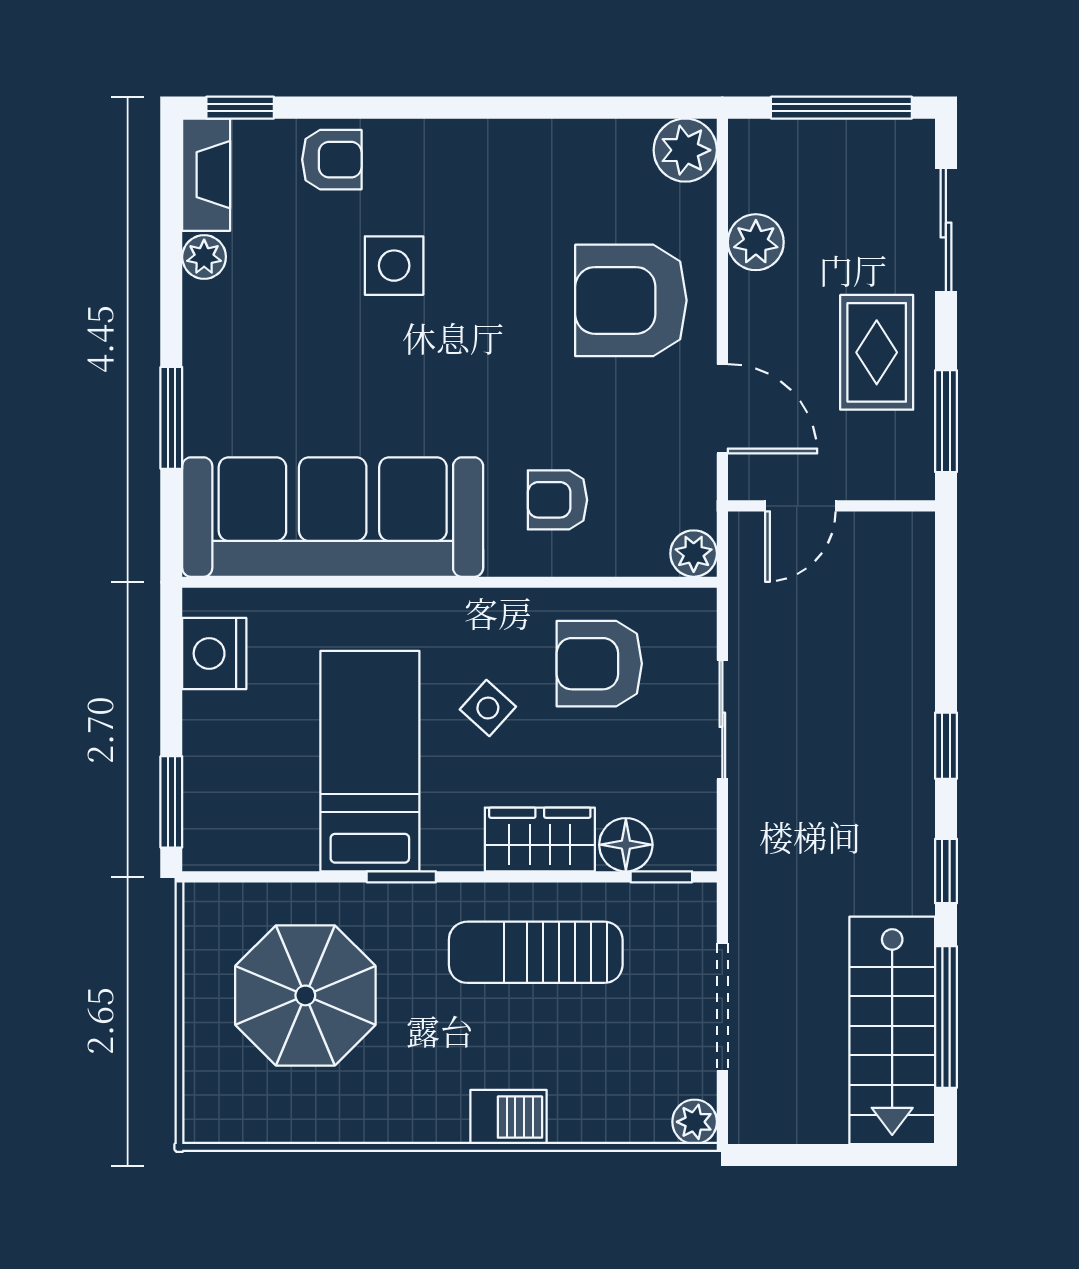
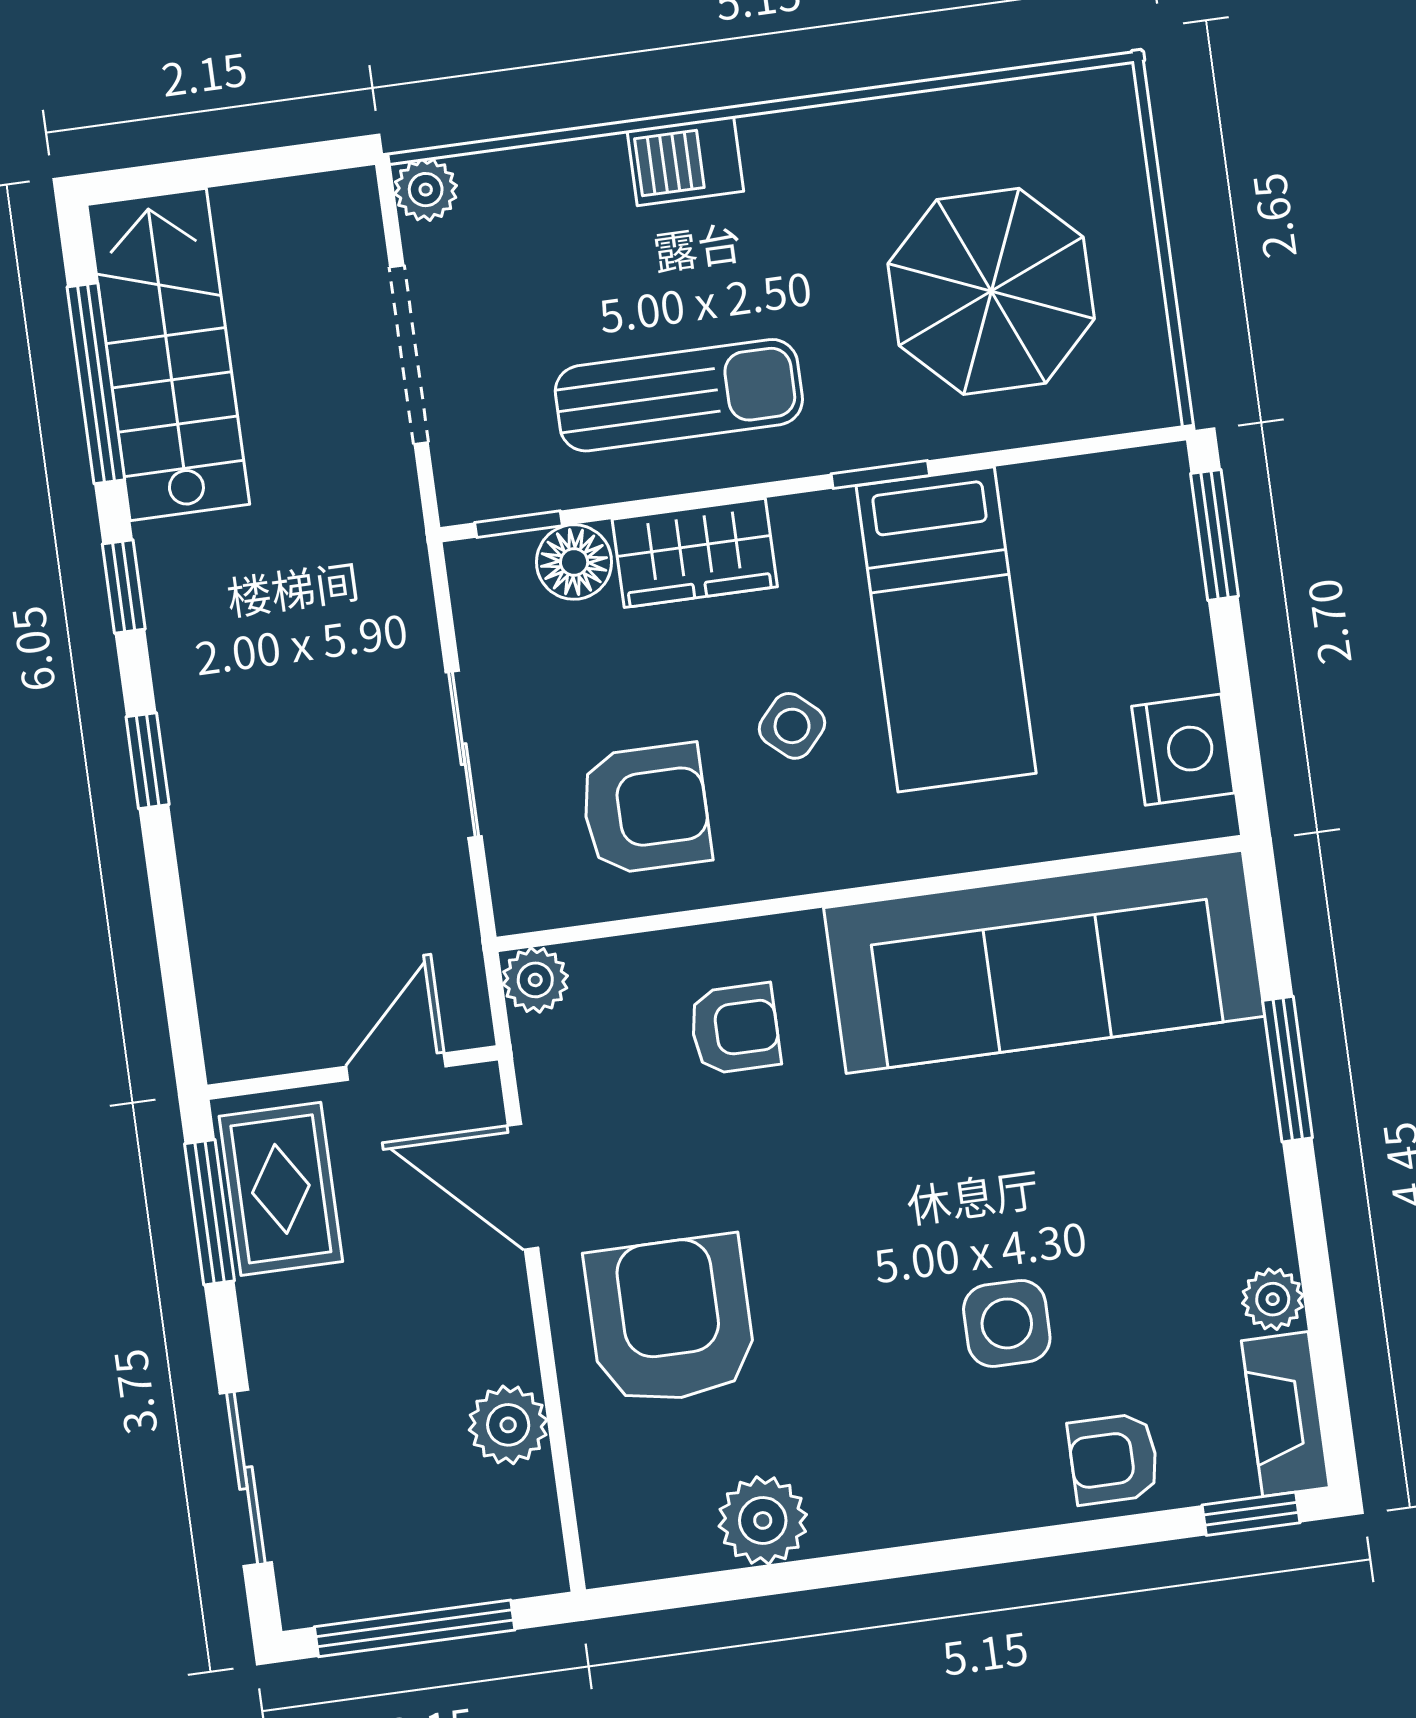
plant: (685, 150) -> (763, 1520), moved
armchair: (631, 300) -> (671, 1320), turned -90
rug: (877, 352) -> (281, 1189), moved

